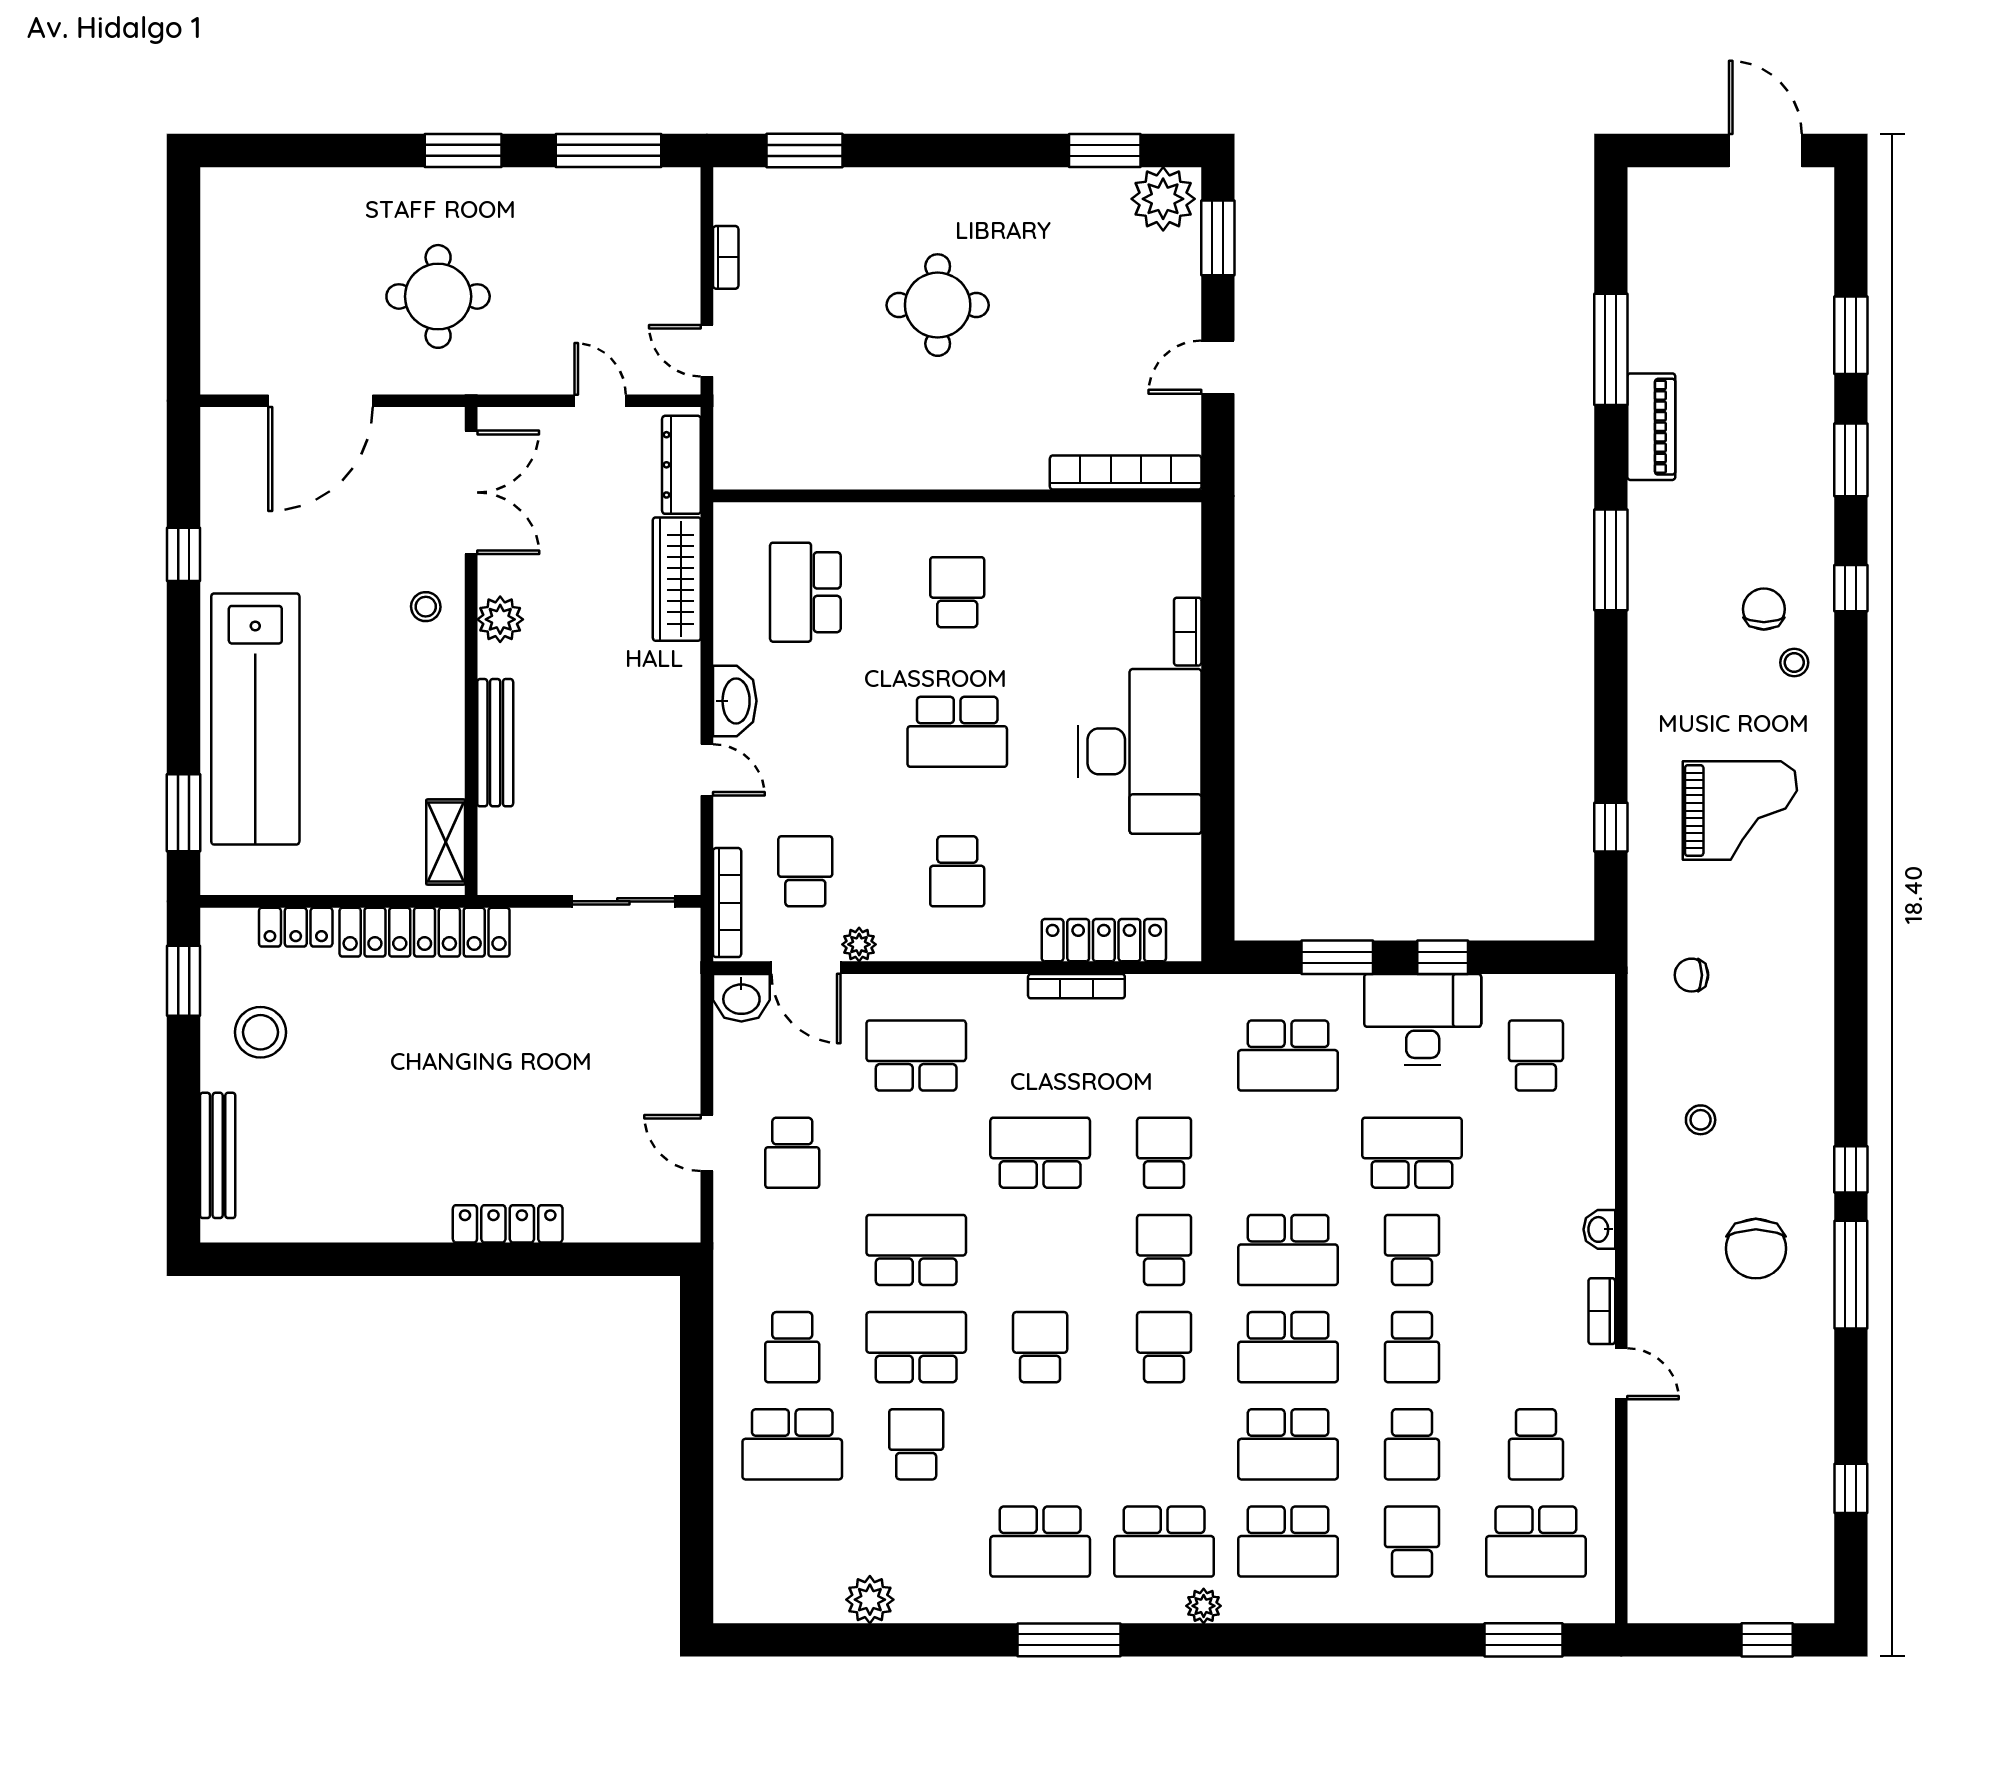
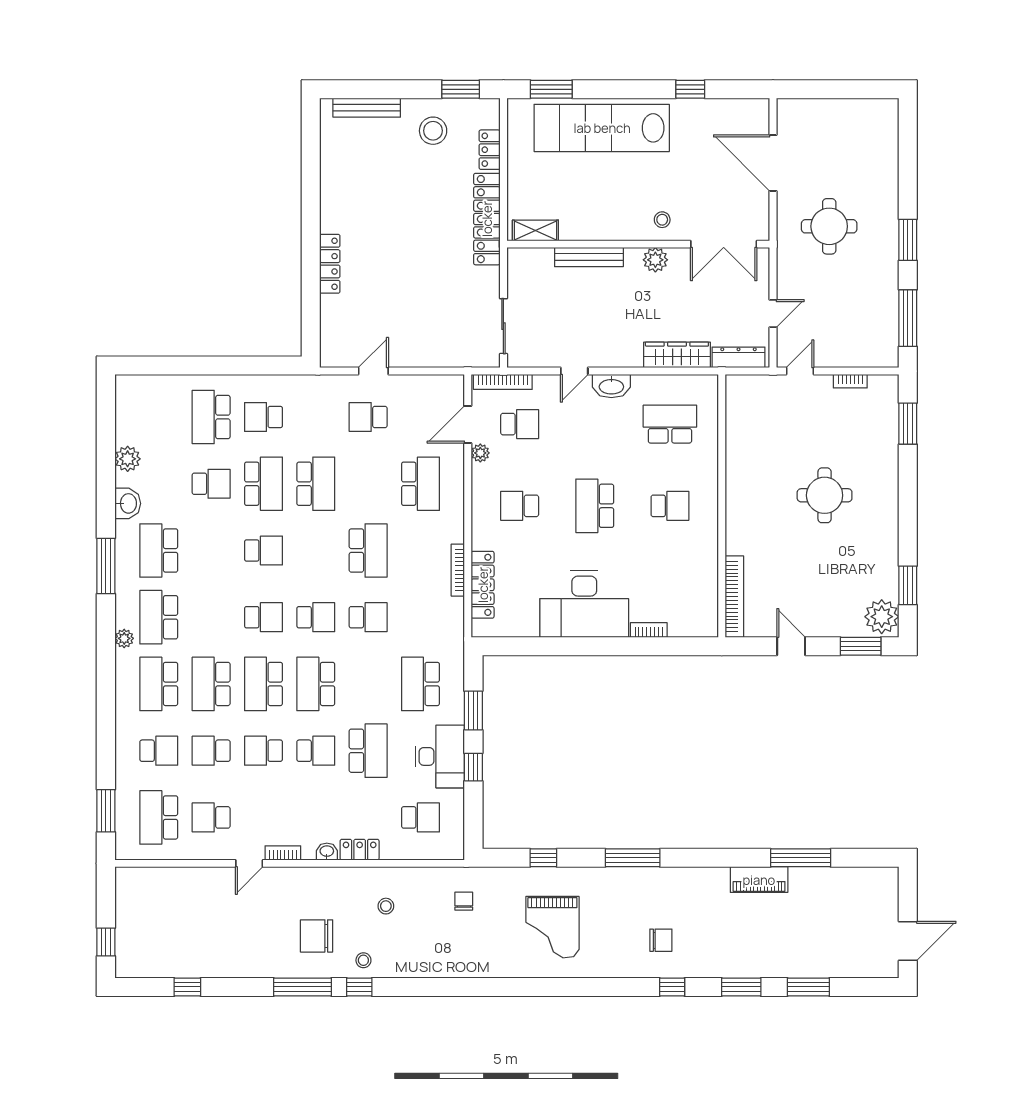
window: (1611, 560) -> (633, 858), moved
stool: (1794, 663) -> (363, 960), moved
washbasin: (741, 998) -> (128, 503), moved, turned 180
locker: (1596, 1169) -> (360, 850), added

